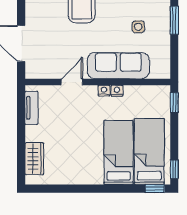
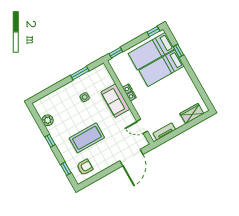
window: (174, 20) -> (80, 73), moved
sofa: (118, 66) -> (115, 101), width x0.73
door: (72, 82) -> (142, 126), moved
window: (155, 189) -> (179, 51), moved

